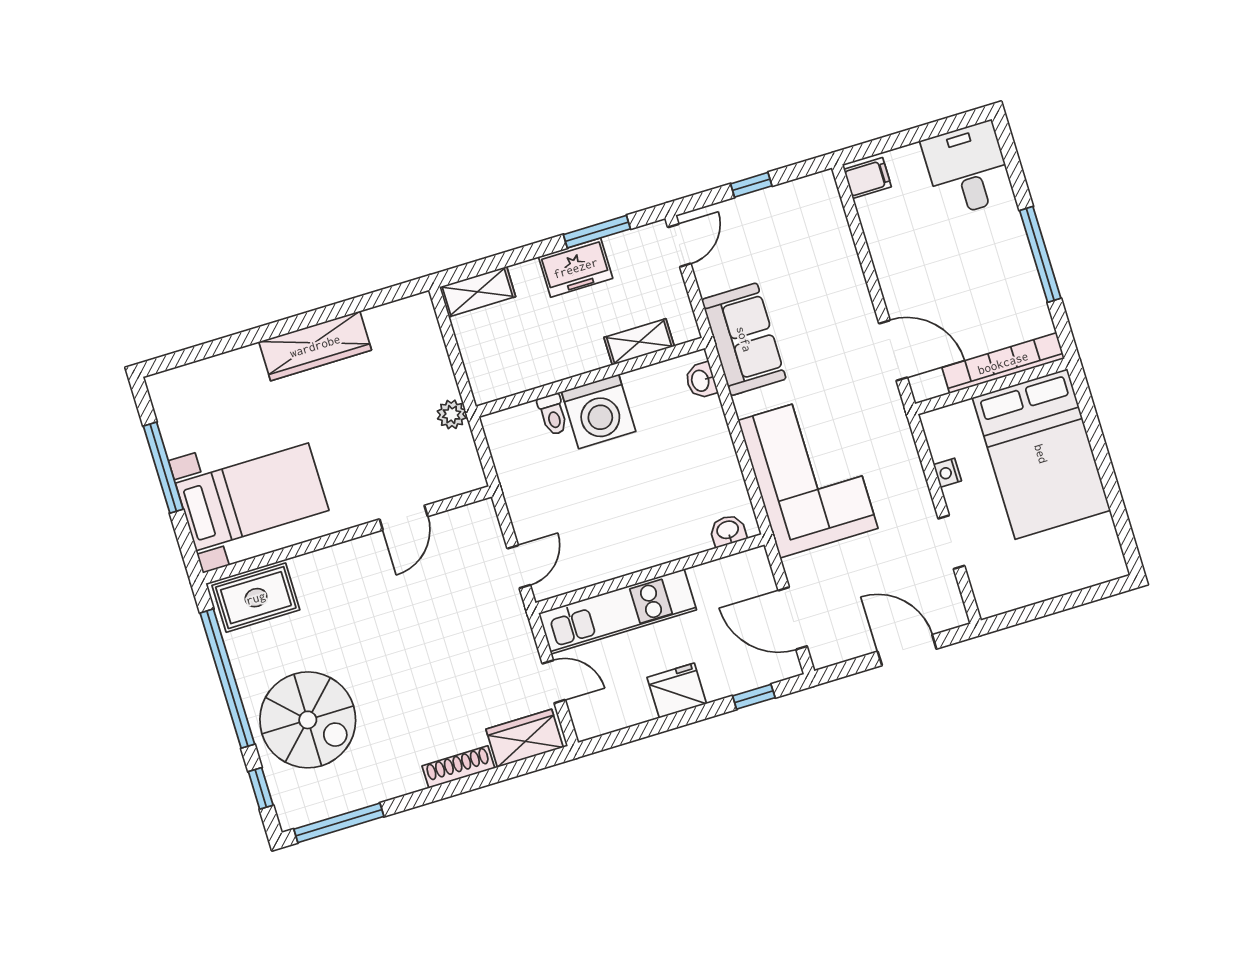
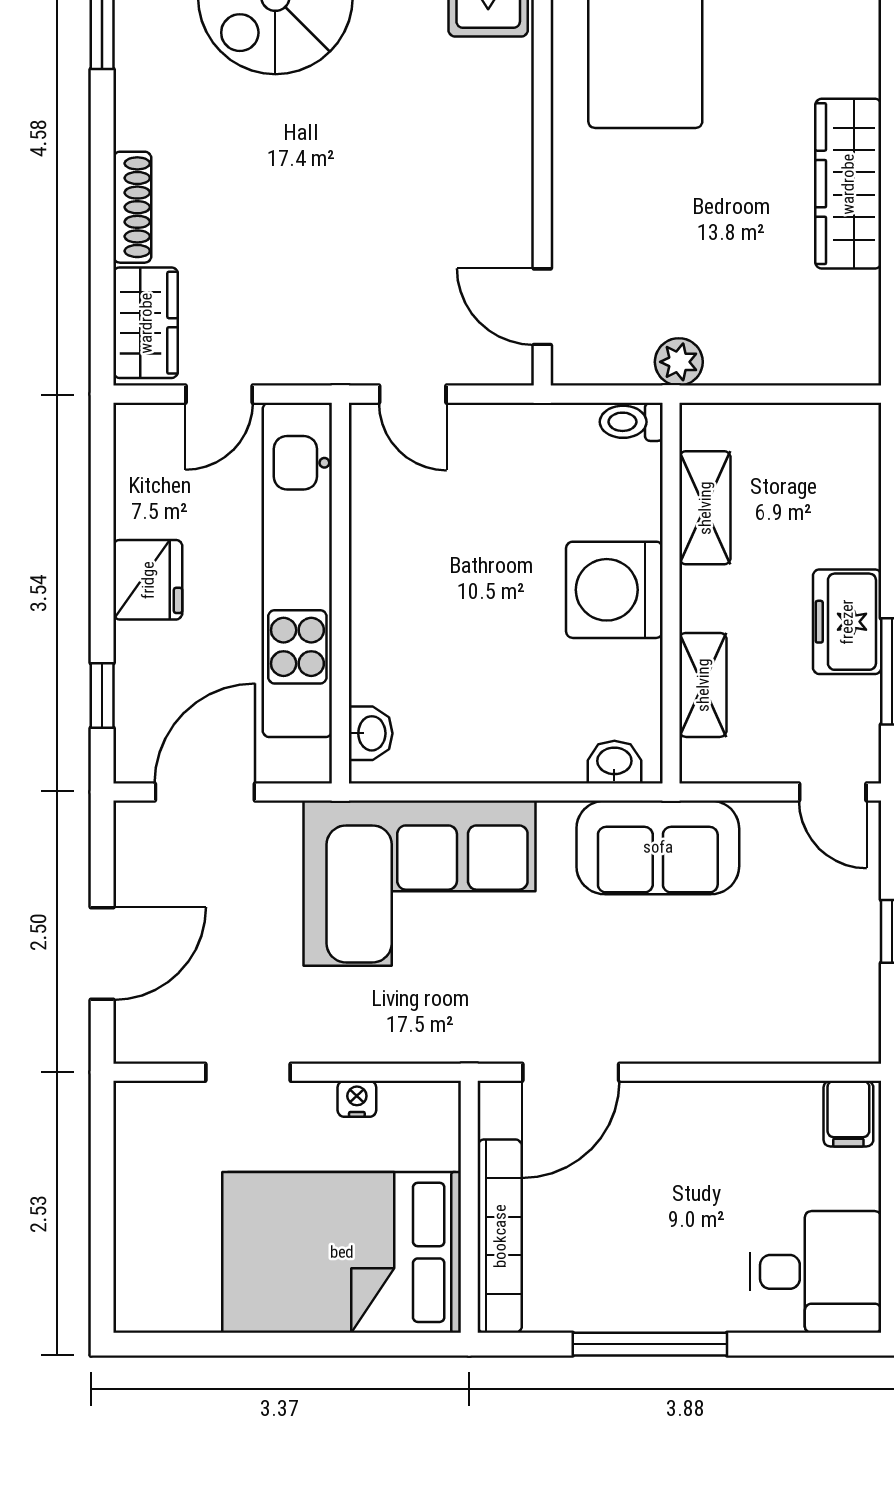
shelving: (477, 292) -> (705, 508), moved
toilet: (553, 415) -> (631, 422), moved
door: (404, 518) -> (542, 307), moved
kitchen unit: (617, 612) -> (297, 570), width x1.36

